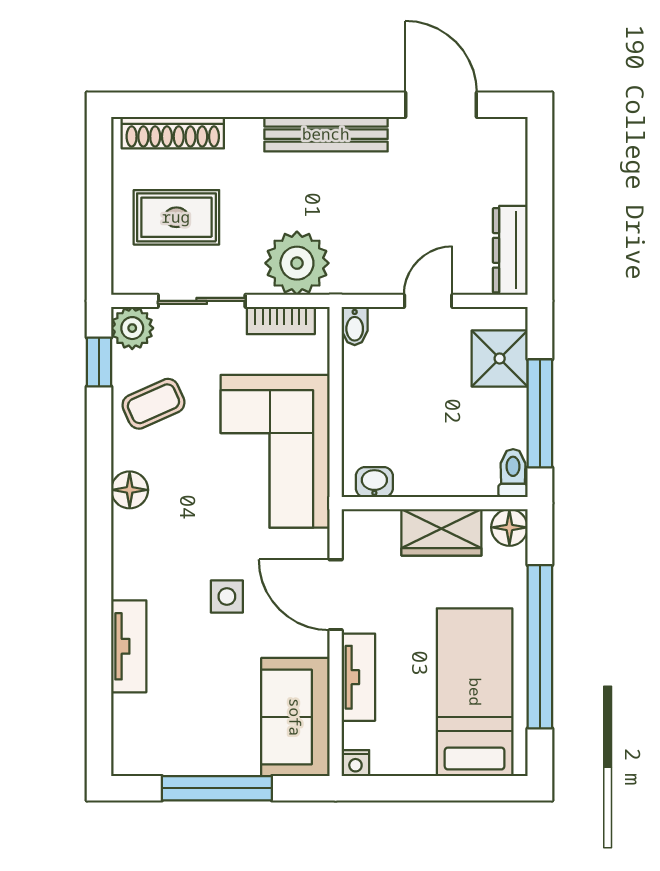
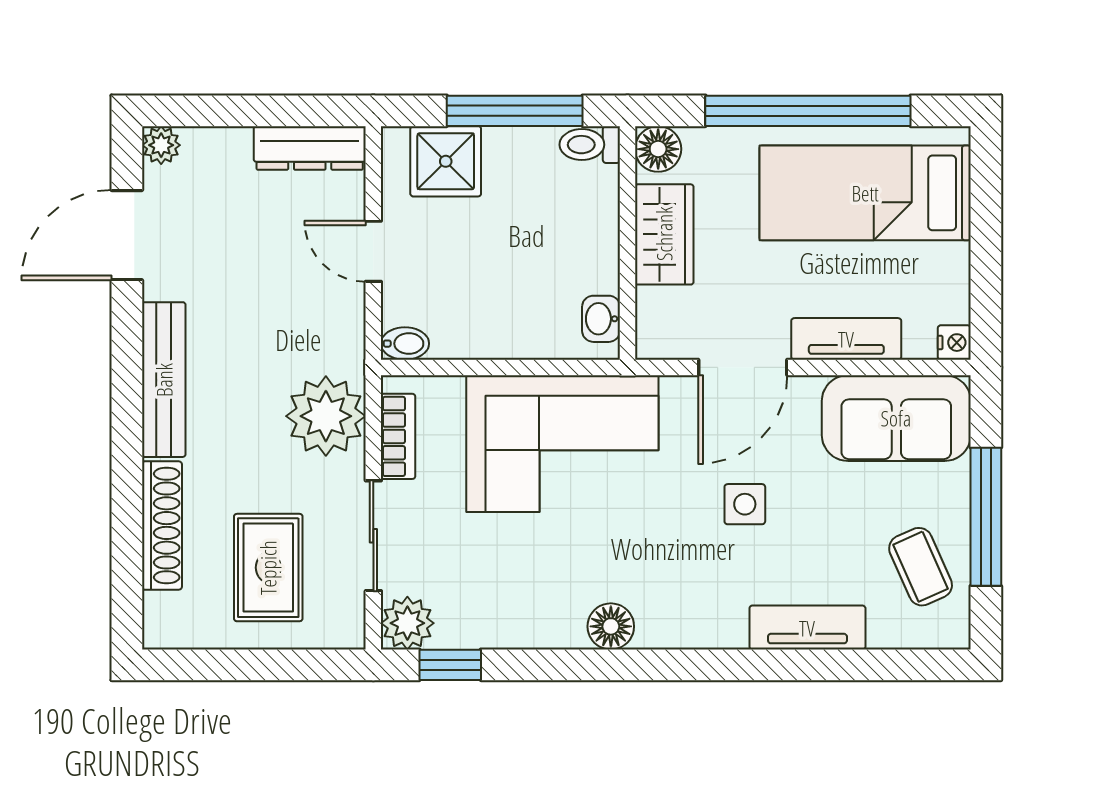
plant: (513, 132) -> (161, 145), added
shoe rack: (173, 133) -> (162, 525), moved
coffee table: (153, 404) -> (921, 567), moved

